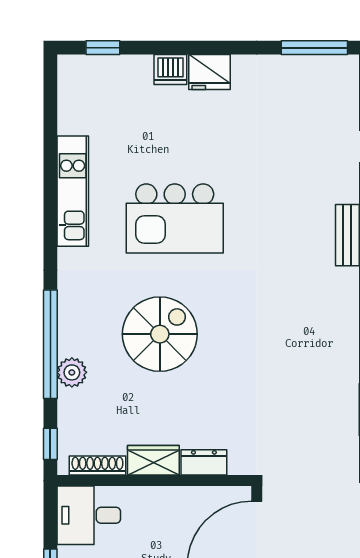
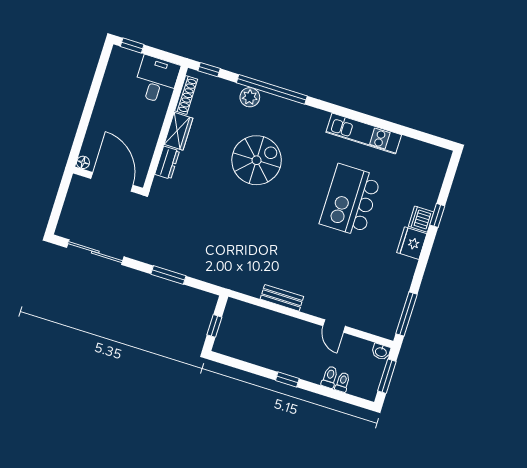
window: (103, 48) -> (437, 215), moved
kitchen island: (175, 218) -> (350, 200), moved
spiral stairs: (160, 334) -> (257, 160), turned -90

